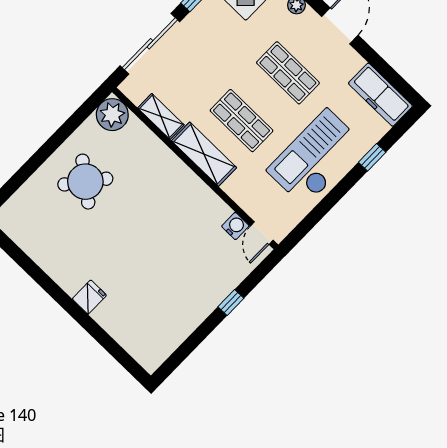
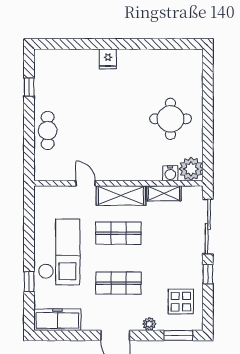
round table: (85, 182) -> (170, 119), turned -38
water cooler: (235, 226) -> (170, 173), moved
door: (262, 233) -> (86, 183), moved
cafe table: (214, 285) -> (48, 131), added
window: (231, 303) -> (29, 87), moved

